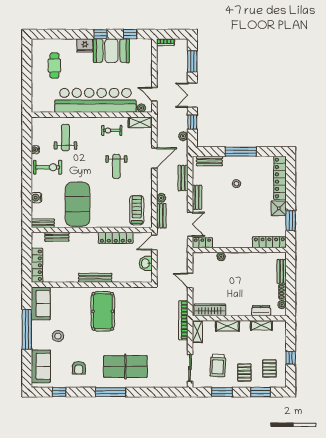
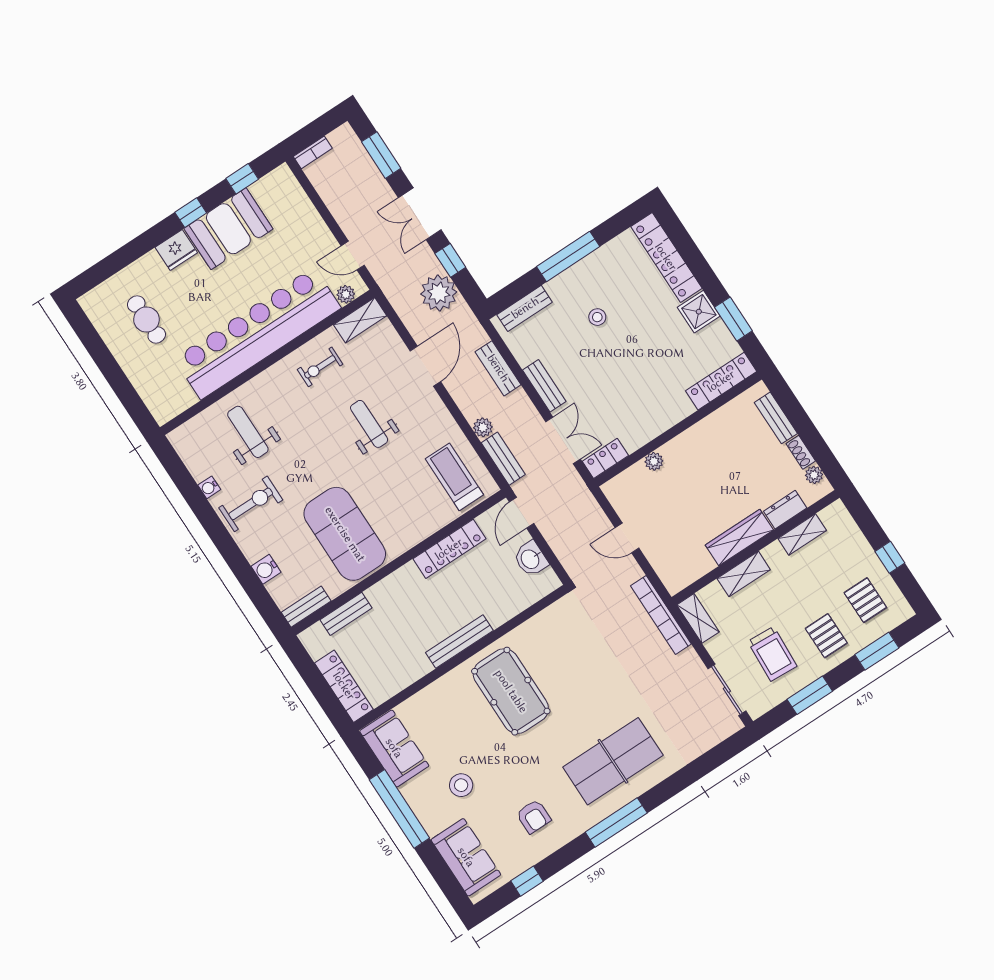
plant: (183, 136) -> (439, 293), width x1.87, depth x1.87
weight bench: (116, 166) -> (369, 424), turned 180
wardrobe: (210, 310) -> (739, 537), moved

